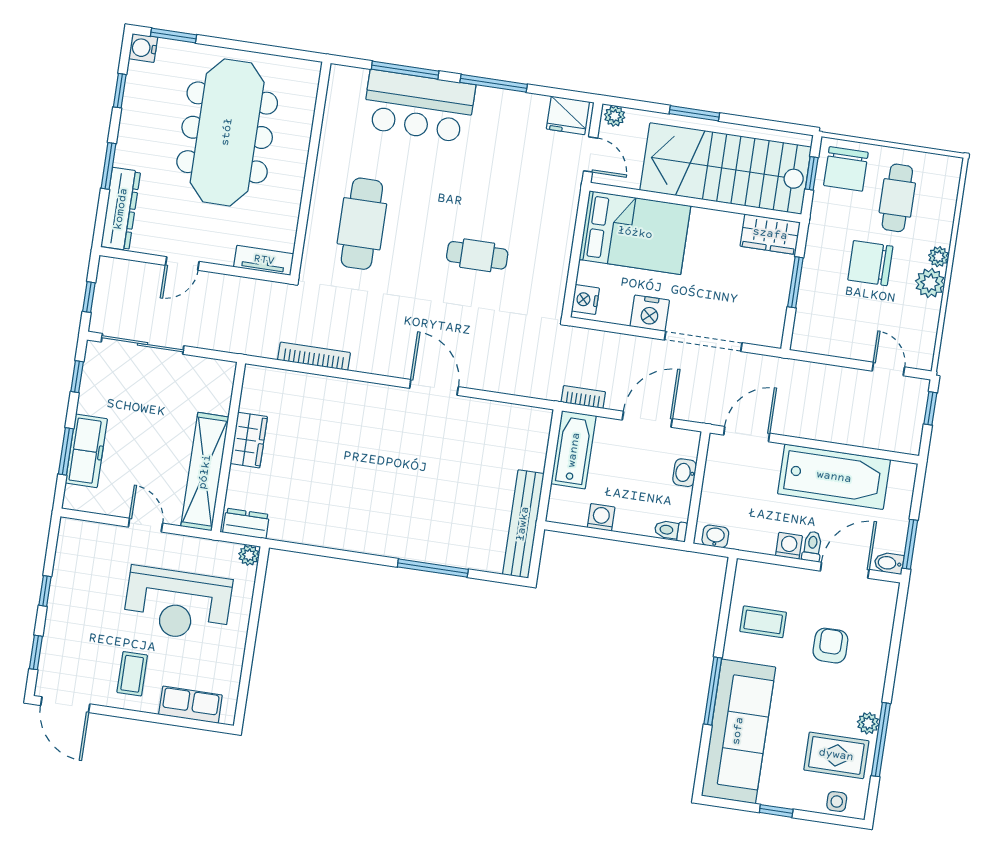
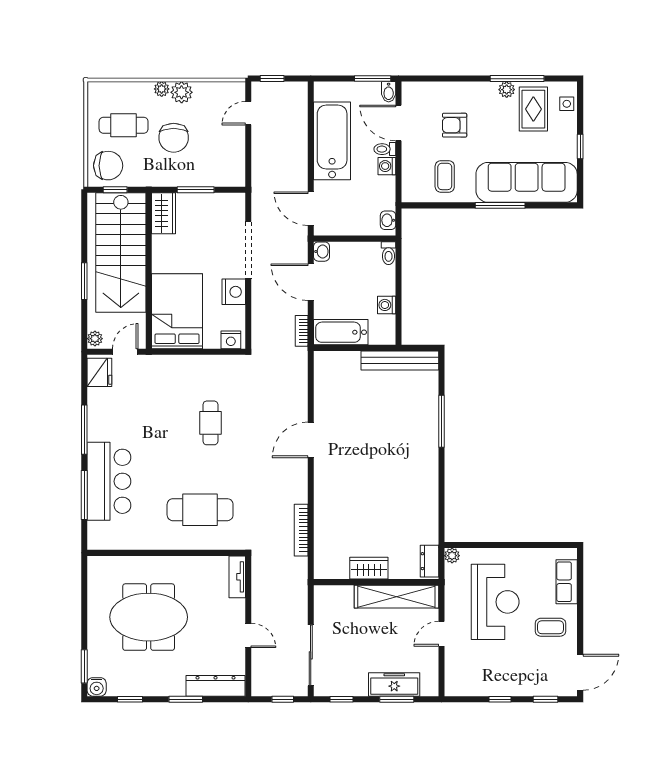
meeting table: (227, 132) -> (149, 617), width x0.73
washbasin: (685, 473) -> (322, 252), moved, turned -90

